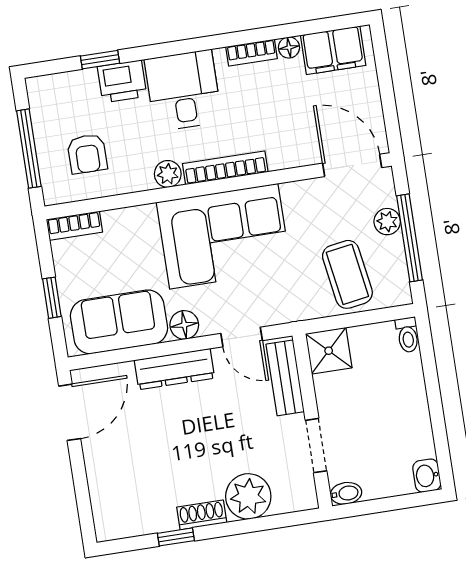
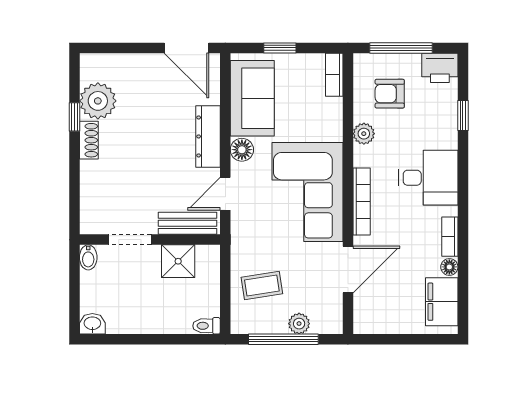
printer: (122, 81) -> (440, 68), moved, turned -90
door: (352, 165) -> (348, 270), moved
plant: (168, 174) -> (364, 134), moved
coffee table: (347, 274) -> (262, 285), width x0.73, depth x0.77
shower: (329, 351) -> (178, 261), moved
plant: (248, 496) -> (98, 101), moved

